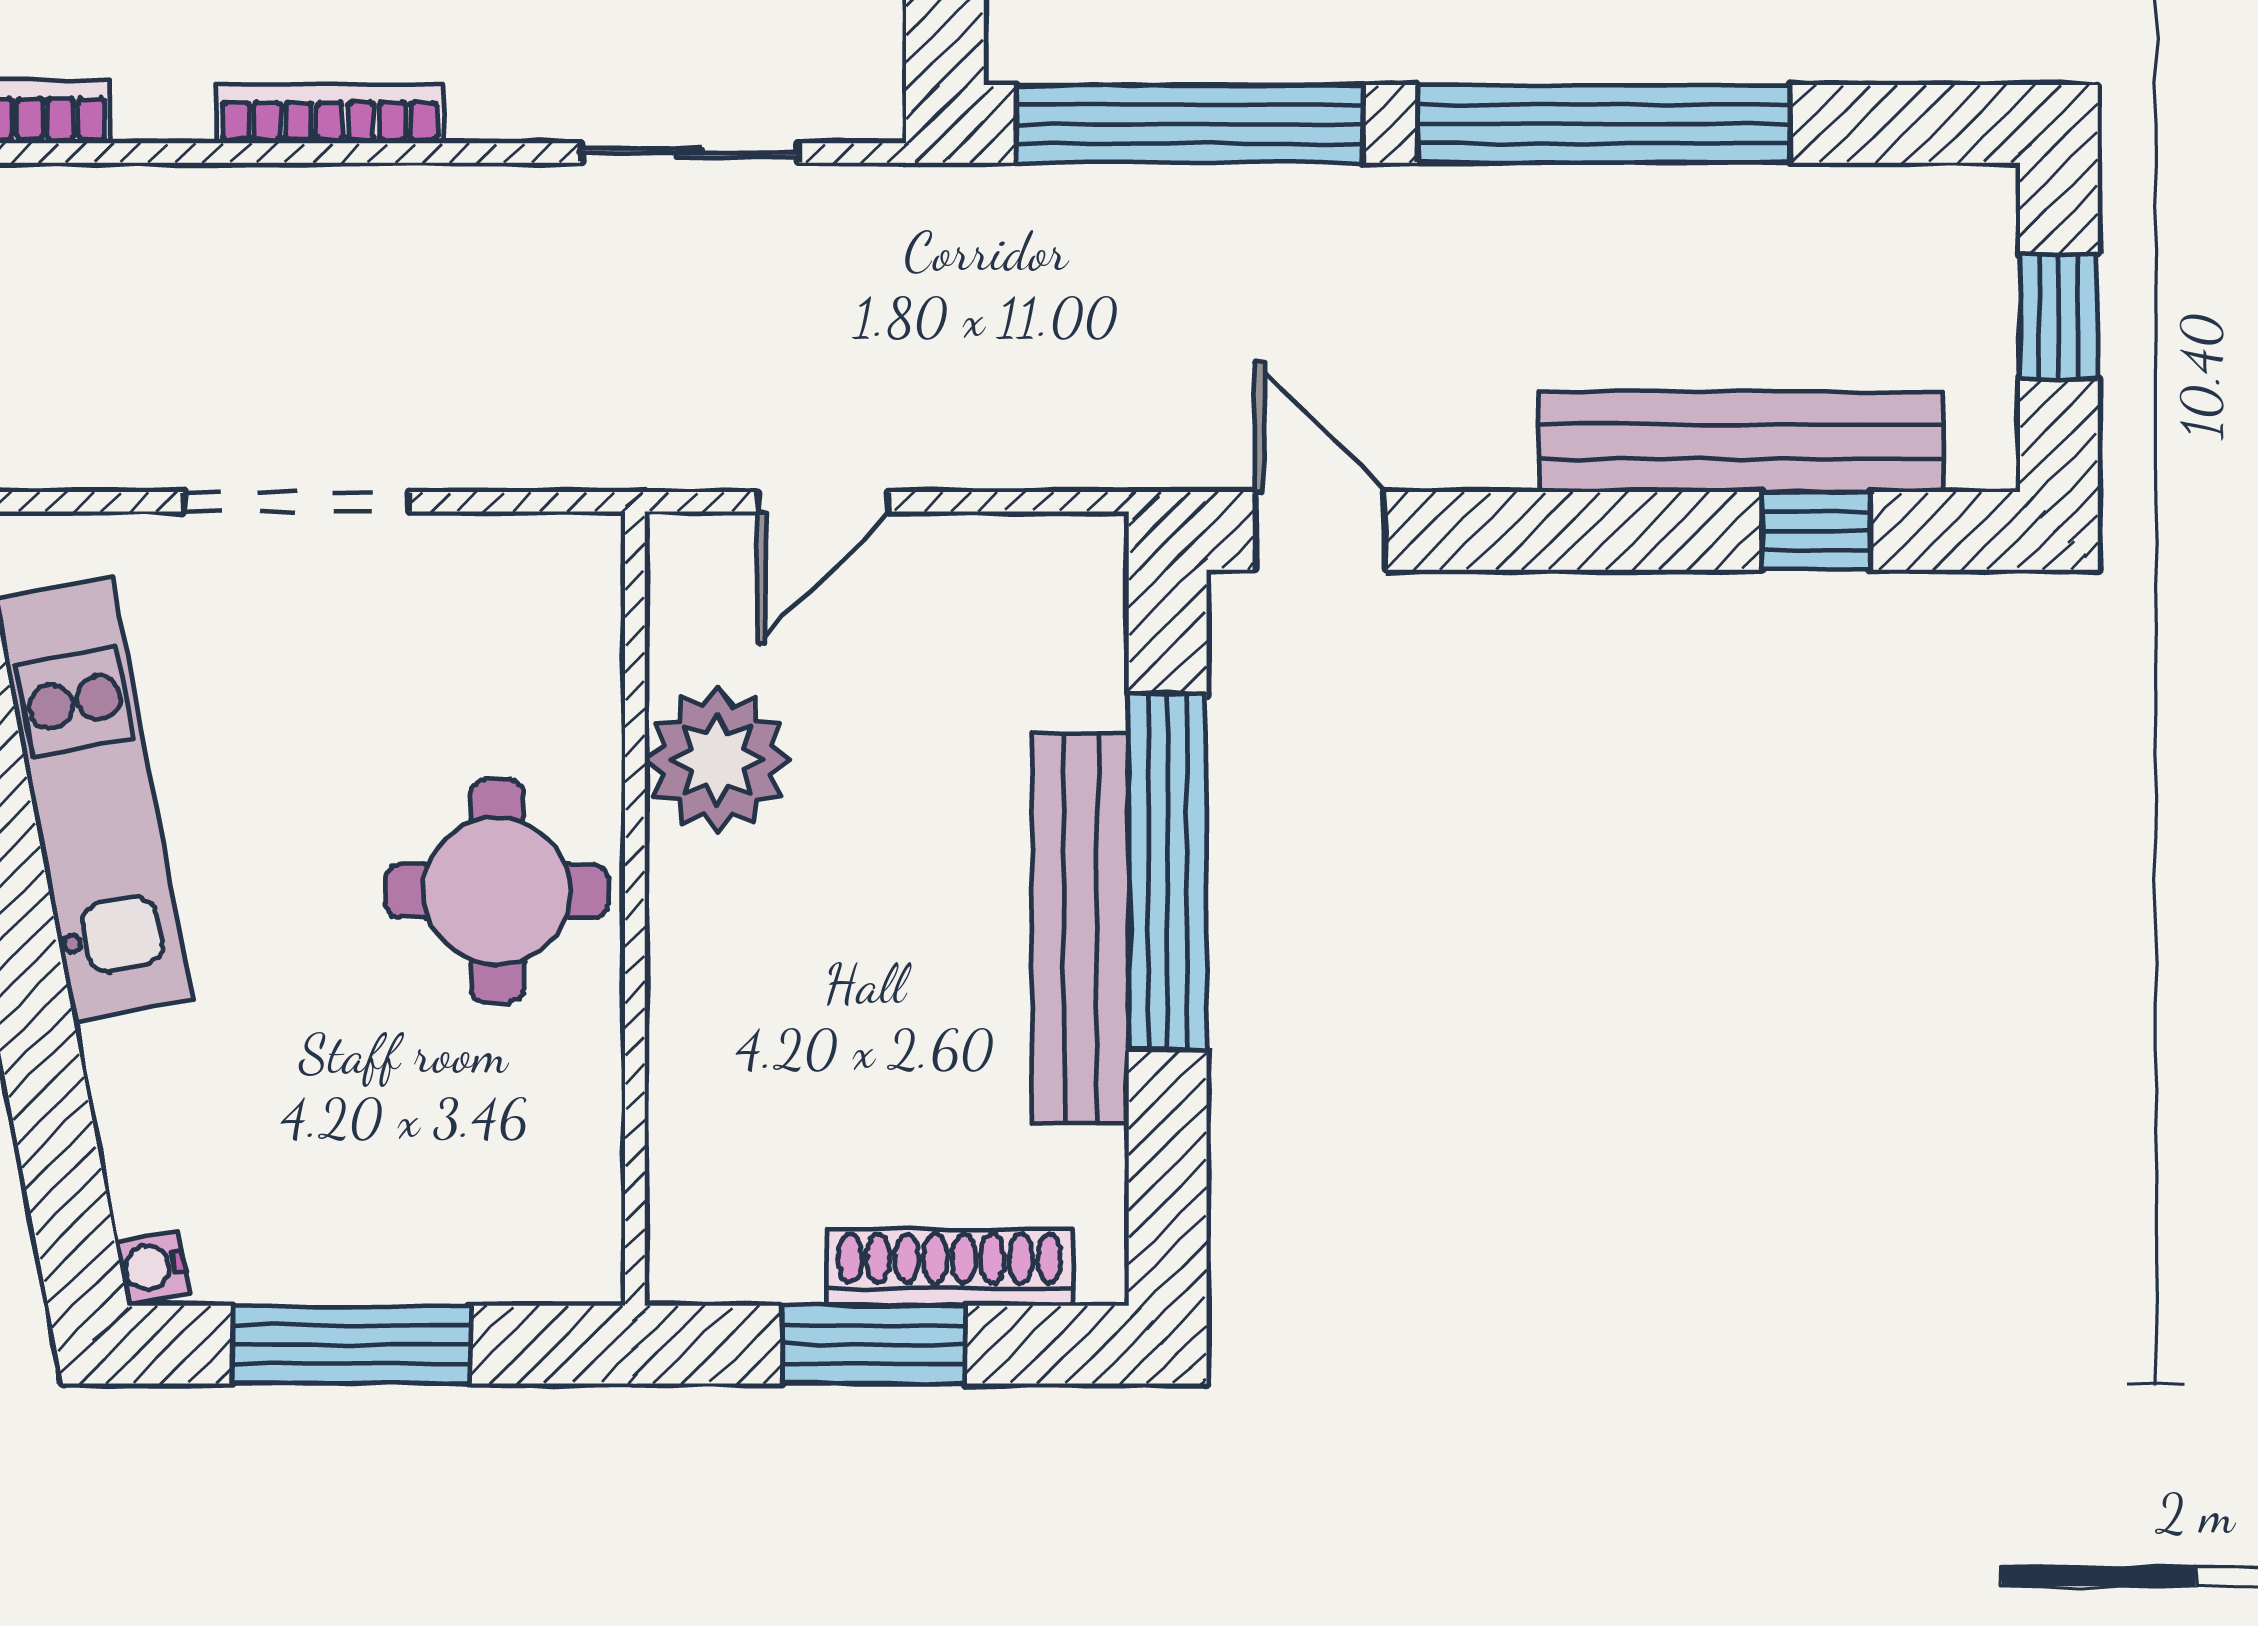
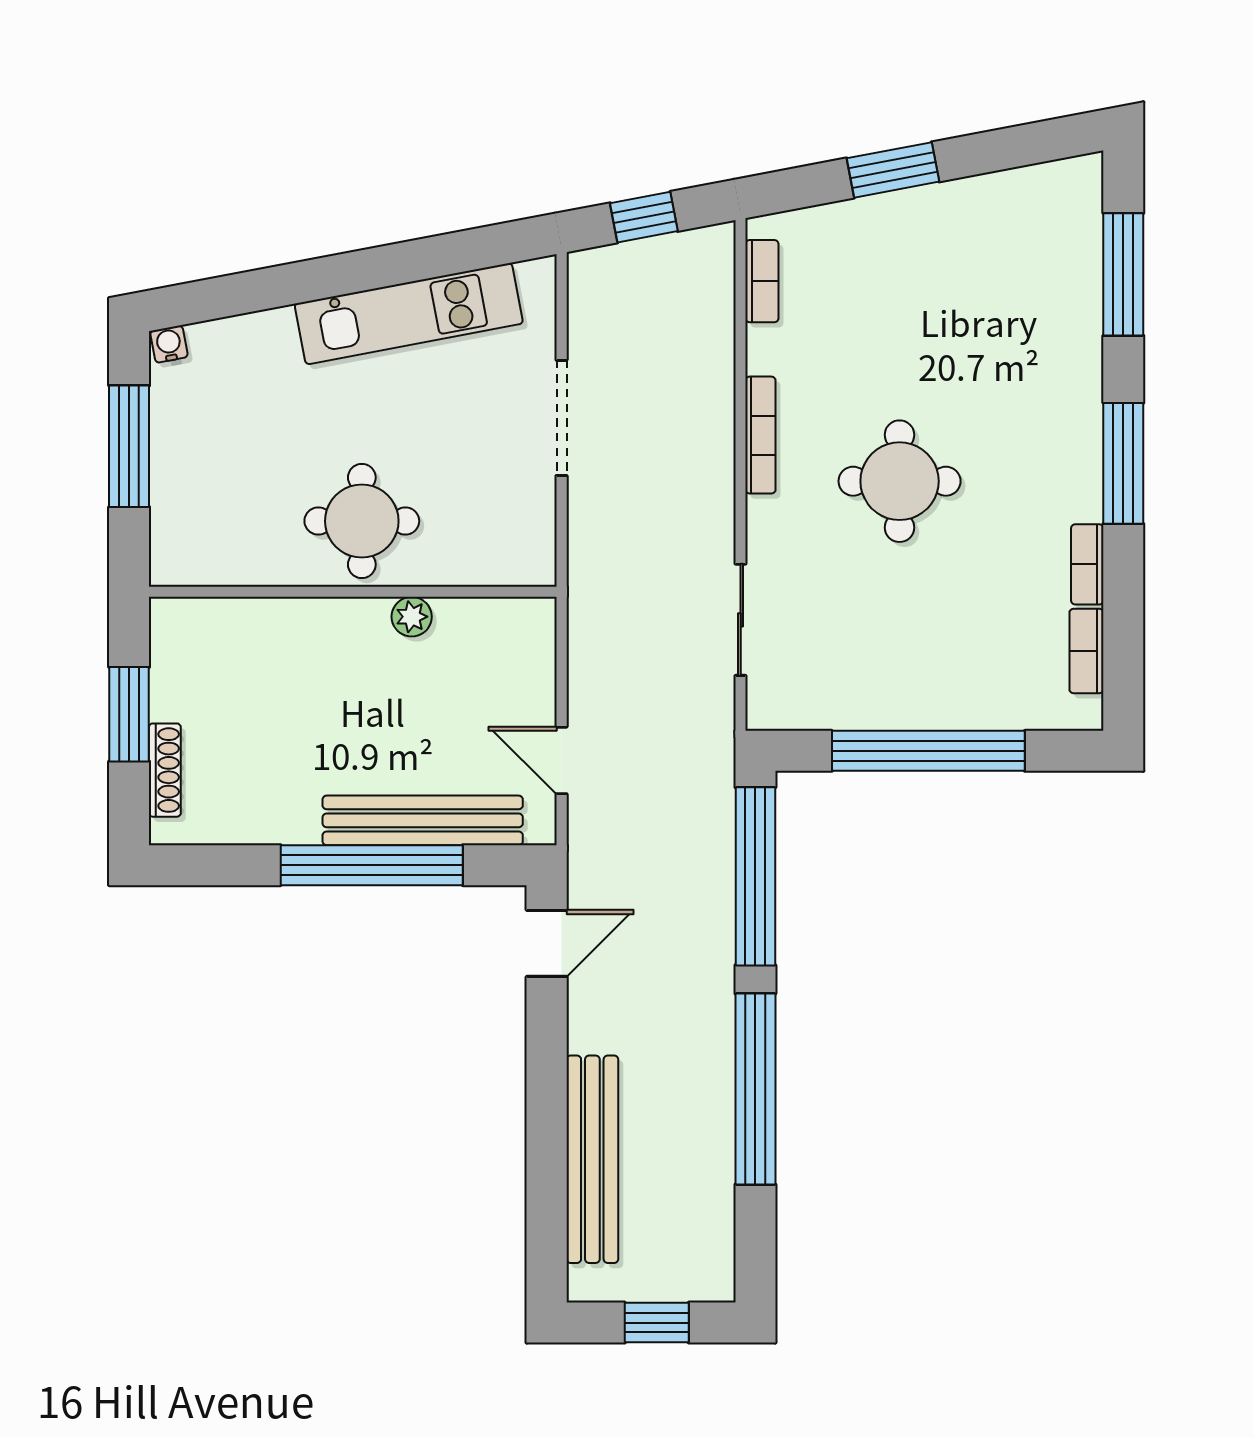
door: (823, 502) -> (562, 760), moved
window: (1816, 531) -> (547, 1198), removed
plant: (718, 760) -> (412, 617), width x0.53, depth x0.53
bench: (1080, 928) -> (423, 820), moved
shoe rack: (950, 1268) -> (165, 770), width x0.74, depth x0.81

